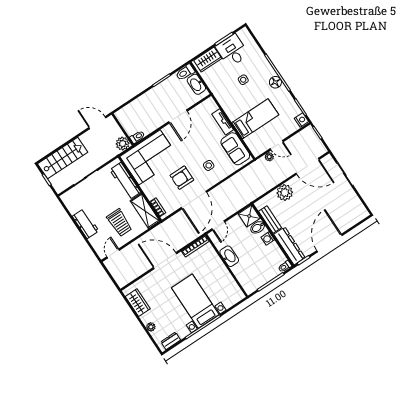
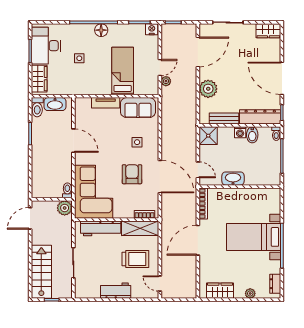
desk: (232, 51) -> (46, 46), width x1.37
armchair: (182, 178) -> (132, 174), turned 180
wardrobe: (359, 209) -> (268, 31), added
bidet: (258, 227) -> (252, 135), moved

